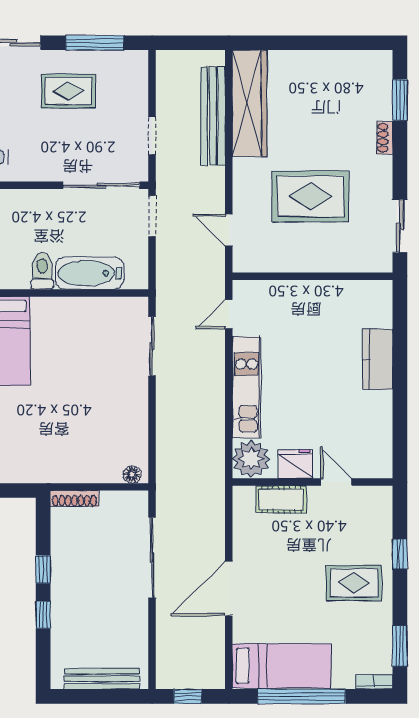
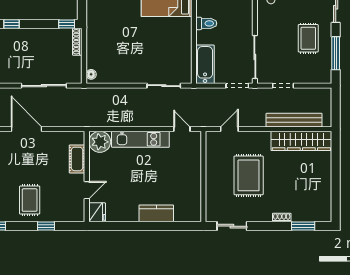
bathtub: (89, 273) -> (205, 64), moved
fridge: (296, 464) -> (97, 212), moved
window: (43, 569) -> (67, 24), moved

